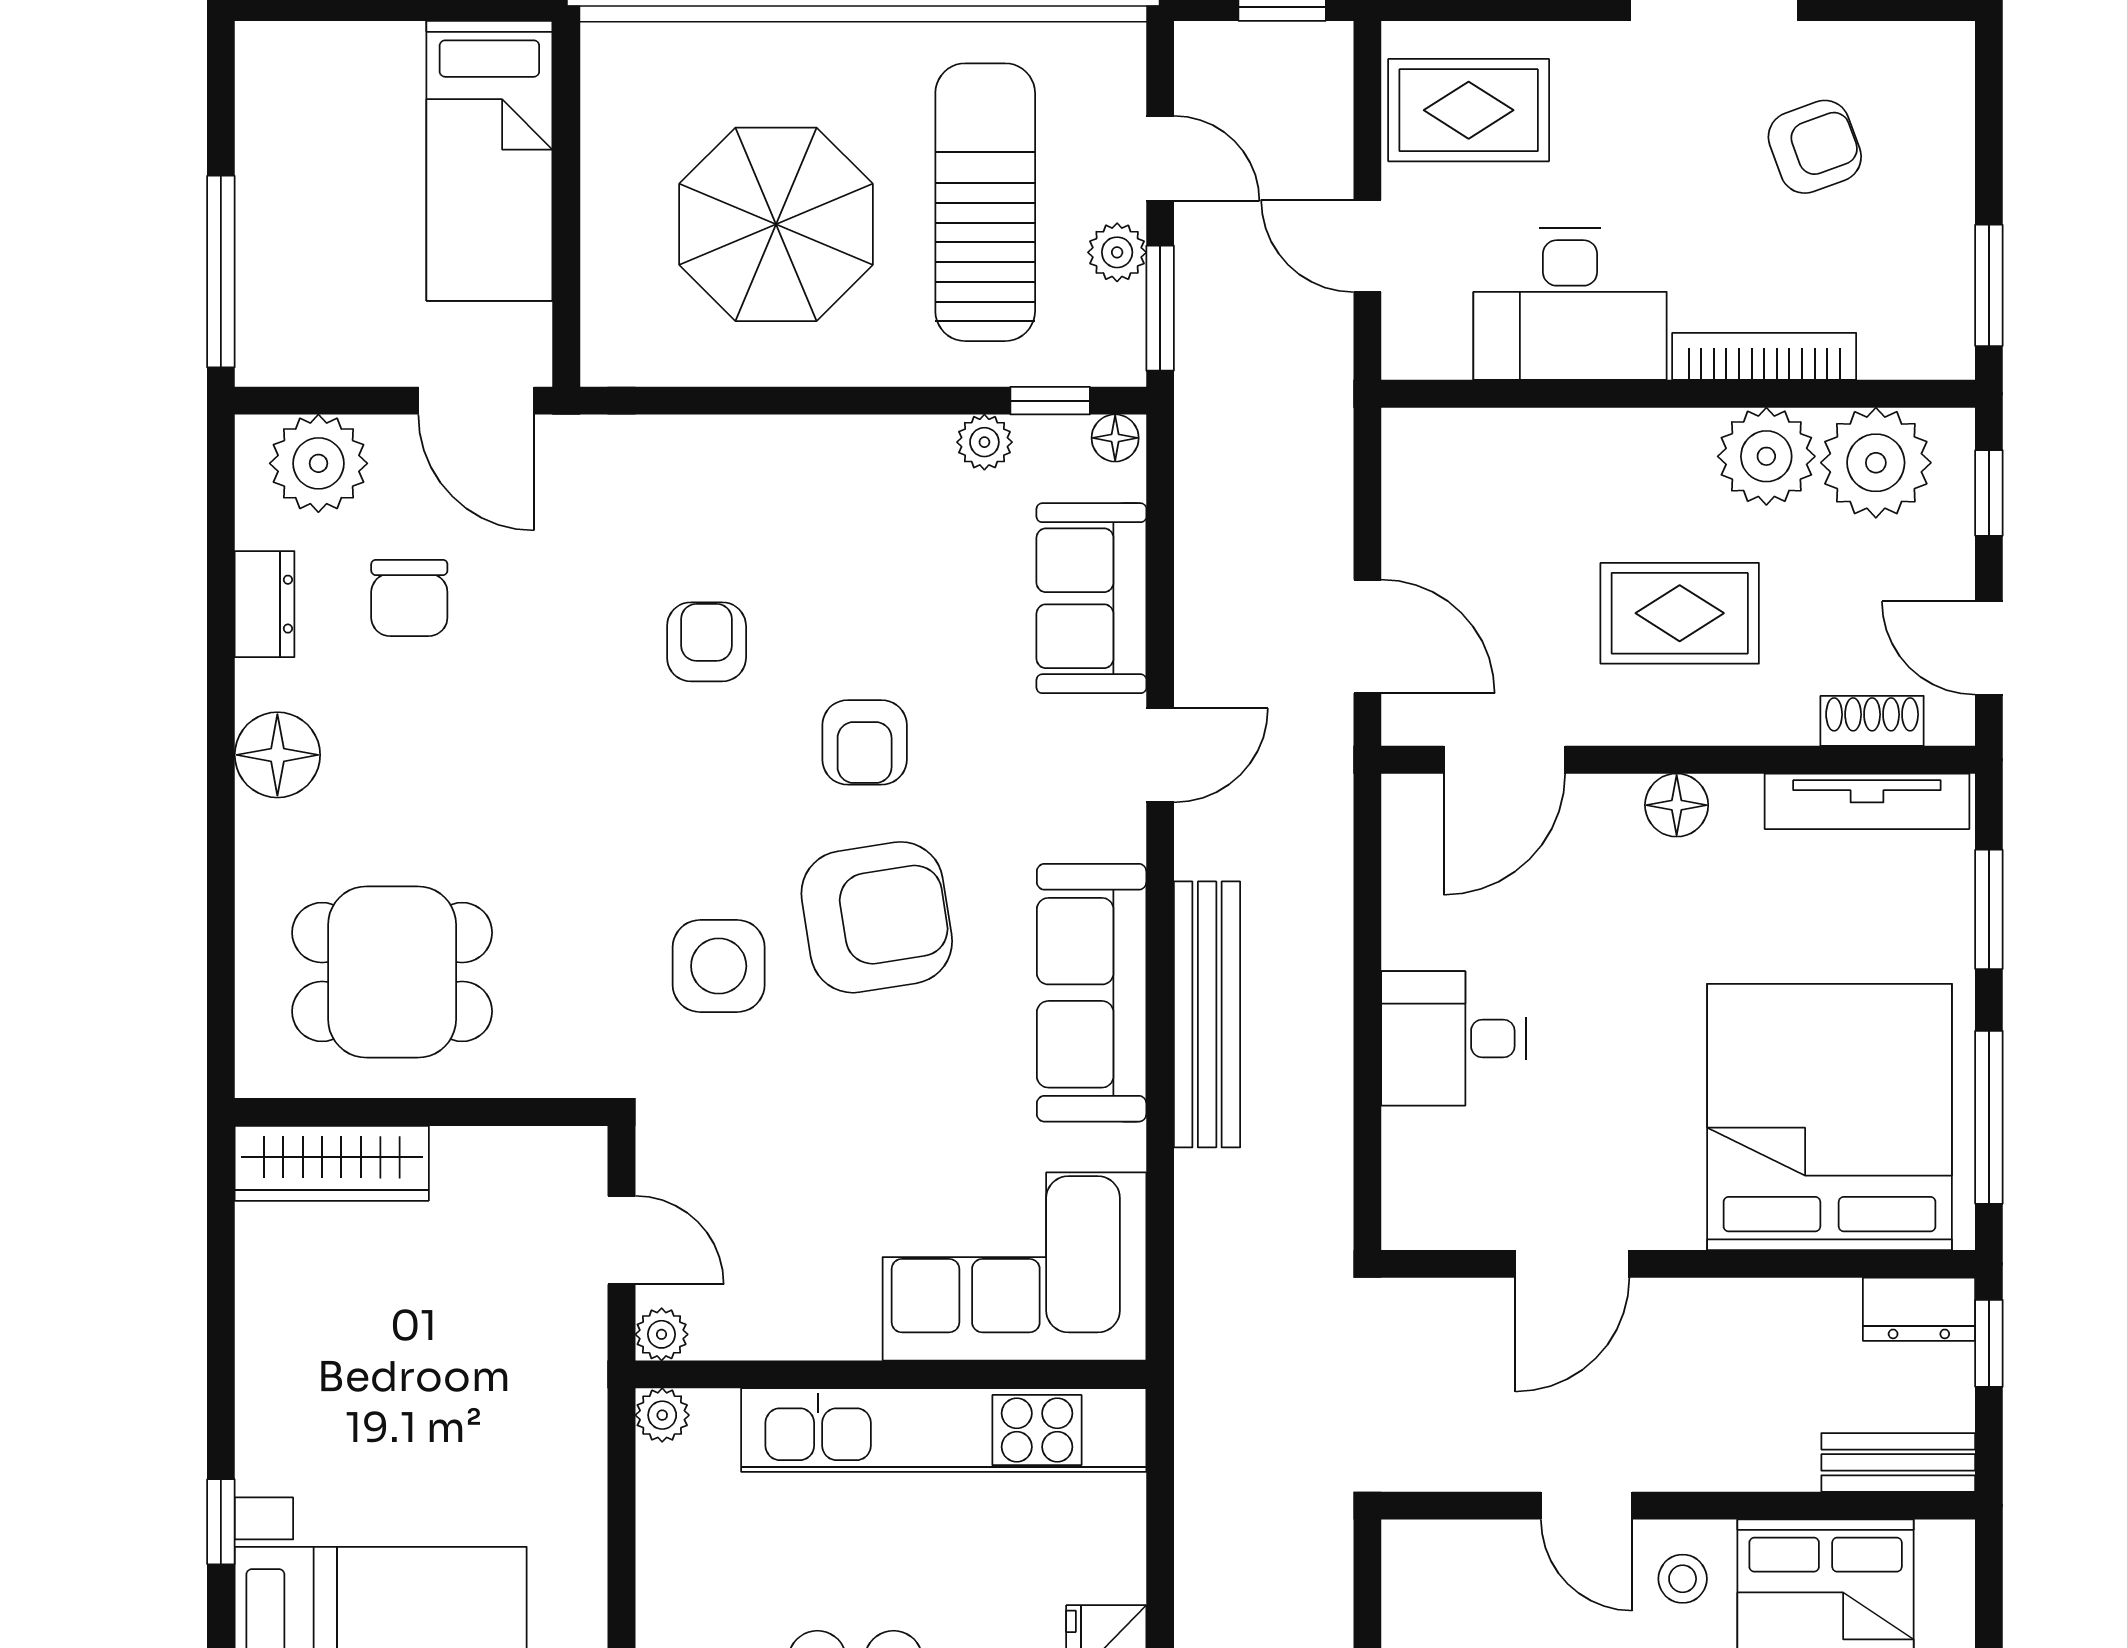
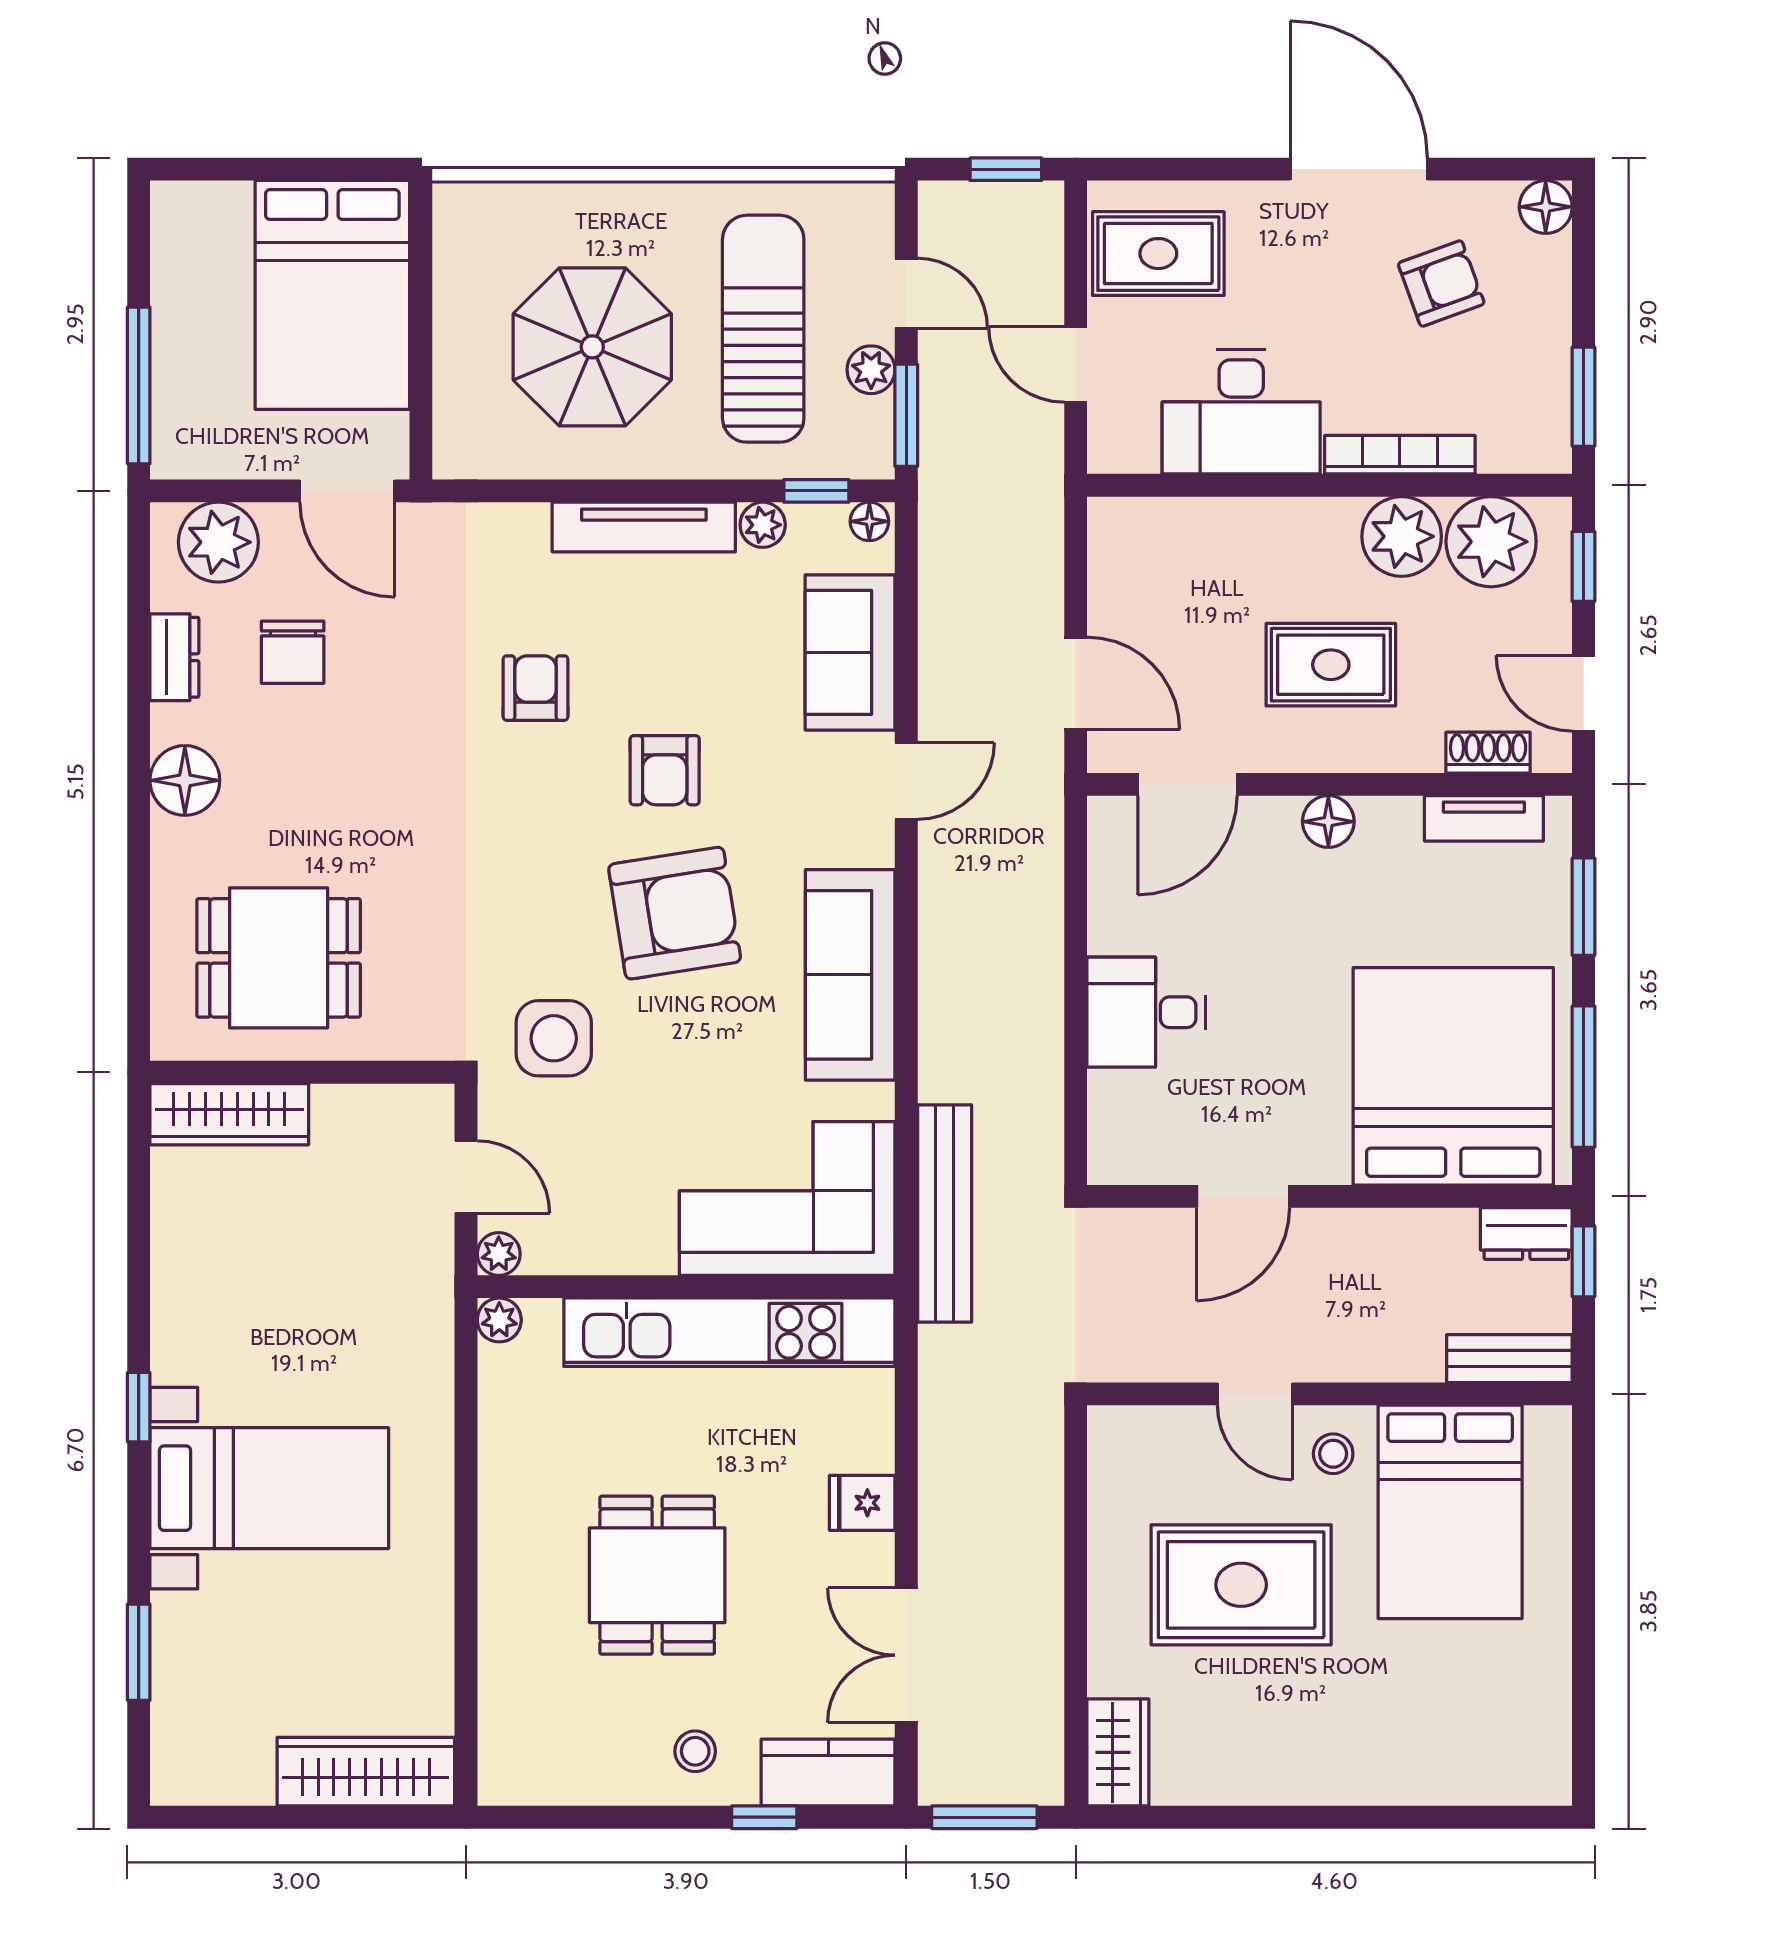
floor lamp: (1943, 53) -> (1546, 207), added
bed: (489, 161) -> (332, 295), width x1.50
tv unit: (839, 445) -> (644, 527), added
tv unit: (1867, 801) -> (1484, 818), width x0.71
side table: (719, 966) -> (554, 1038), moved
bench: (1207, 1014) -> (945, 1214), moved

